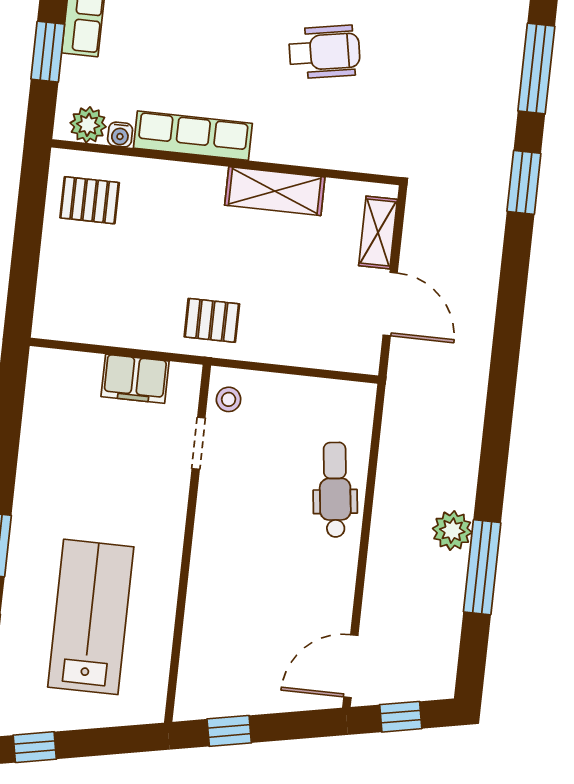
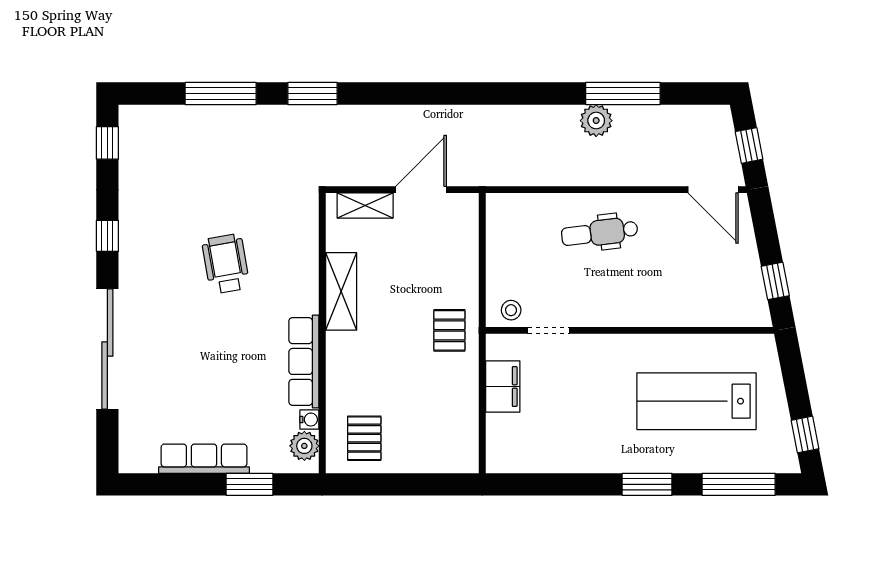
dental chair: (335, 490) -> (600, 233), moved

